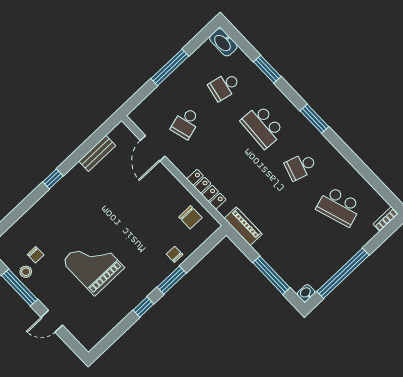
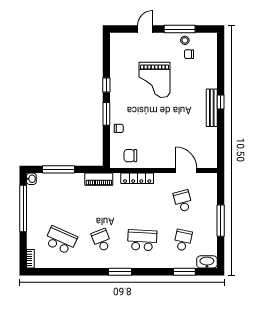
window: (267, 69) -> (184, 272), moved
bench: (97, 153) -> (212, 108), moved, width x1.36
school desk: (301, 166) -> (102, 240), turned -39
school desk: (339, 206) -> (61, 240), turned 42
grand piano: (93, 265) -> (155, 80), turned 90

